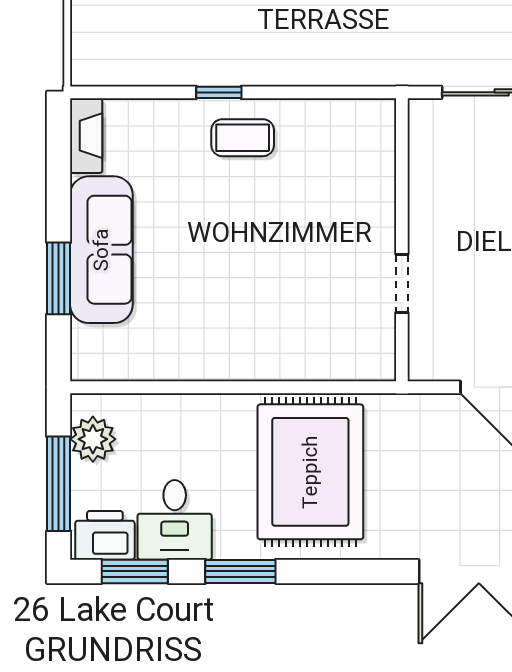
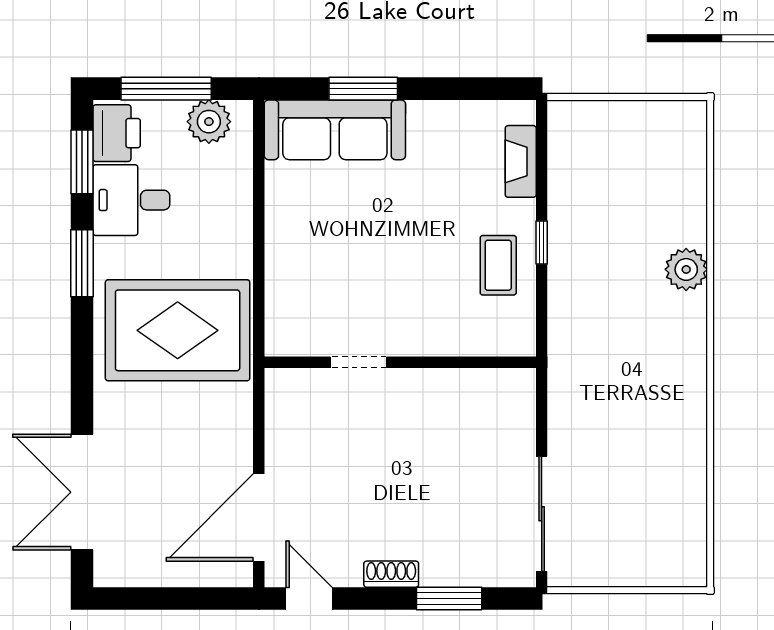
fireplace: (86, 136) -> (521, 161), moved, turned 90
wall: (402, 240) -> (400, 362), moved
sofa: (101, 250) -> (335, 130), moved
doorway: (402, 283) -> (358, 362), moved

